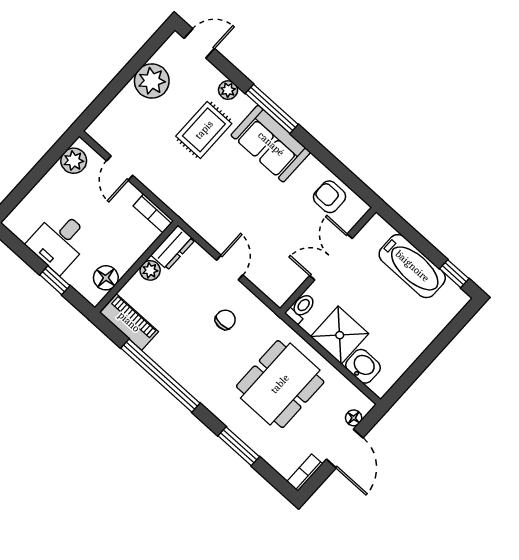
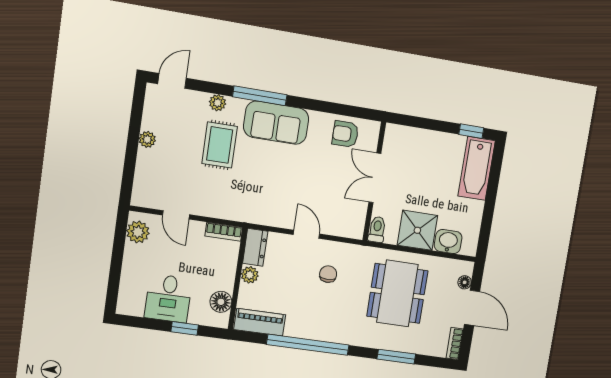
plant: (152, 81) -> (147, 139), width x0.53, depth x0.53
bathtub: (412, 266) -> (477, 168), moved, turned 90

